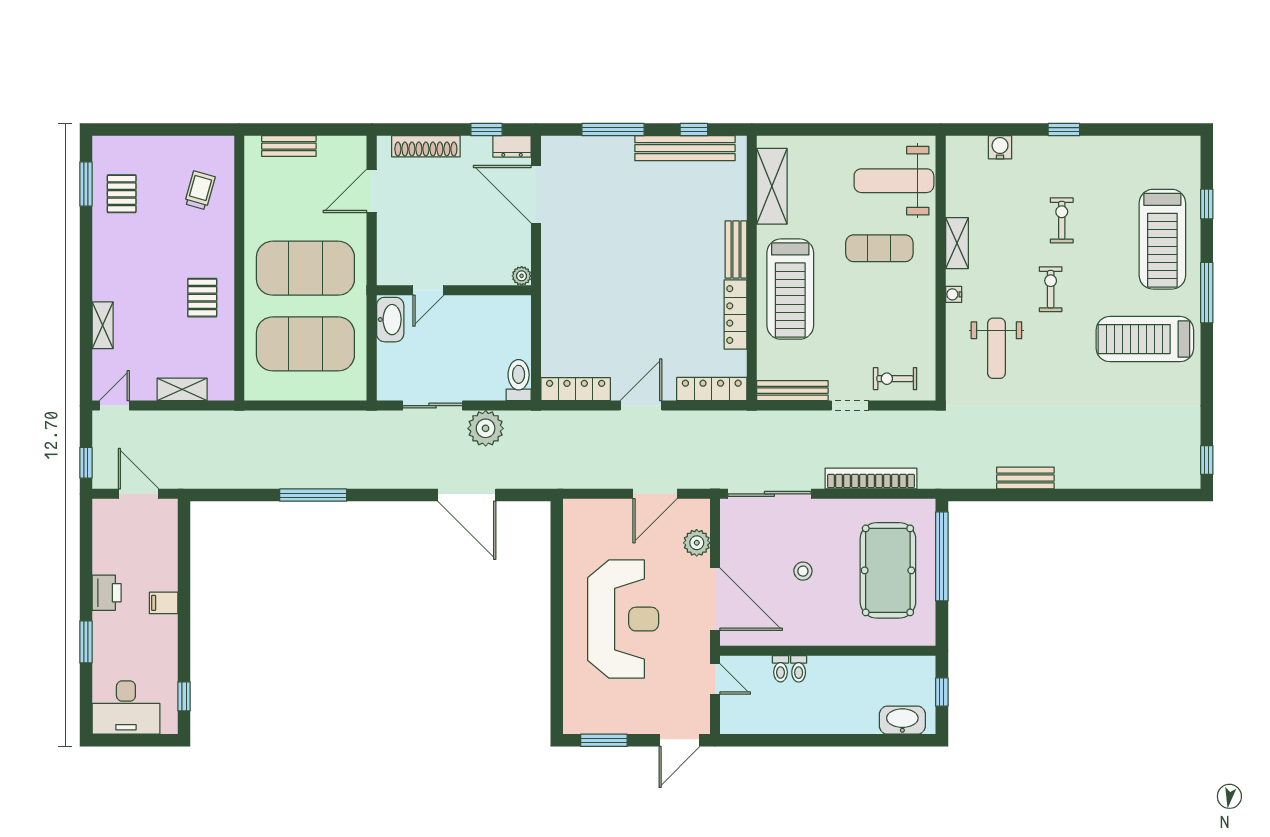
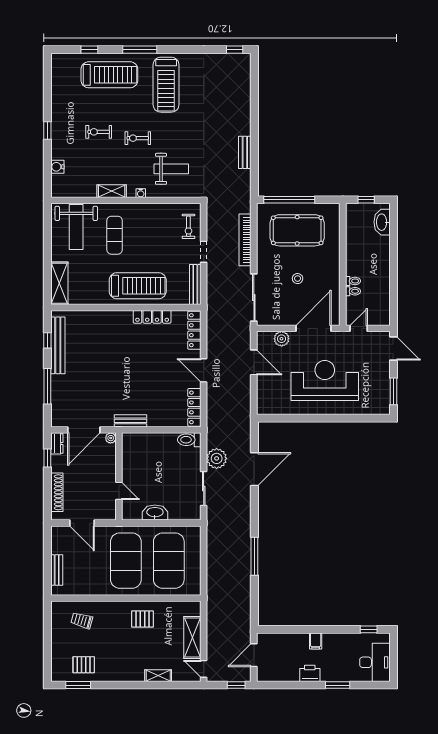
shelving: (772, 186) -> (59, 283), moved, turned 90
bench: (736, 249) -> (130, 421), moved
plant: (522, 276) -> (111, 438), moved
door: (428, 290) -> (119, 491), moved
wall: (454, 290) -> (119, 476), moved
shelving: (182, 389) -> (192, 638), width x1.50, depth x1.33

